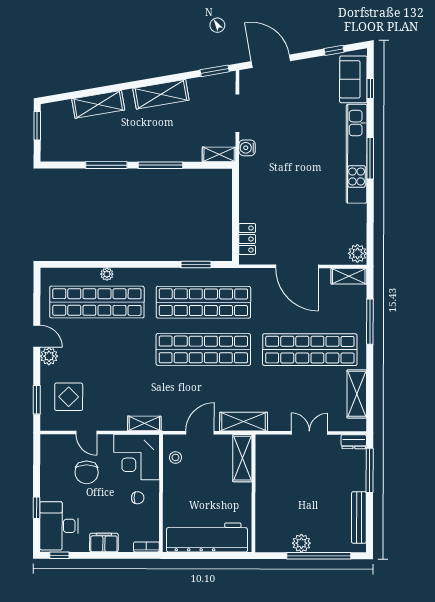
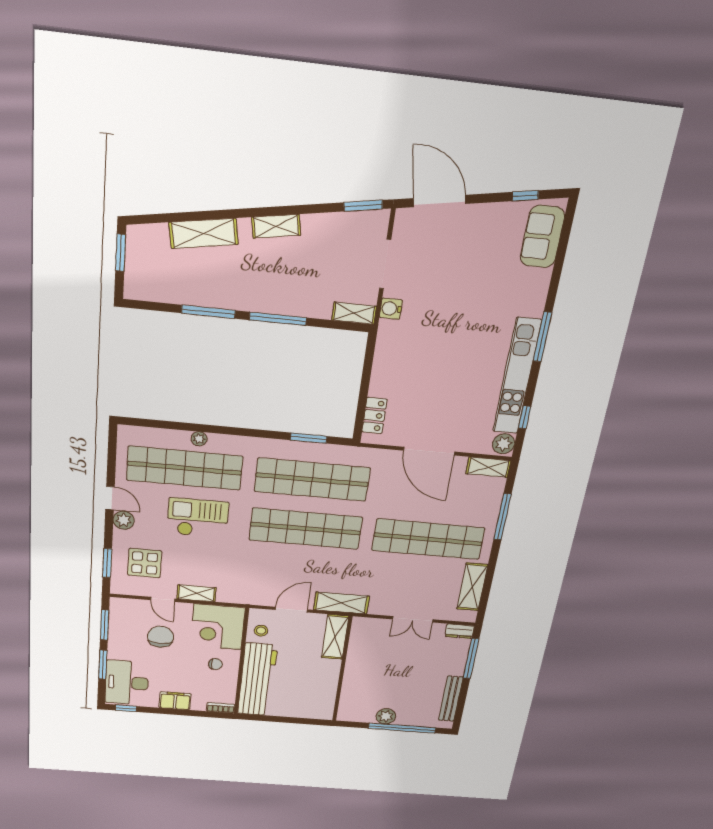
window: (370, 89) -> (525, 417), moved
shelving: (161, 94) -> (276, 226), width x0.67, depth x0.75
kitchen unit: (357, 154) -> (517, 376), moved
checkout: (111, 348) -> (198, 518), added
shelving: (144, 423) -> (196, 593), moved
double door: (309, 433) -> (413, 619), swing flipped
window: (37, 464) -> (105, 625), added
chair: (87, 472) -> (161, 637), turned 180
window: (37, 508) -> (103, 665), width x1.50
workbench: (207, 537) -> (257, 680), moved, turned 90

